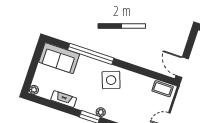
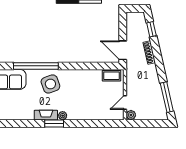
side table: (111, 80) -> (50, 84), moved
fireplace: (64, 99) -> (46, 115), moved

